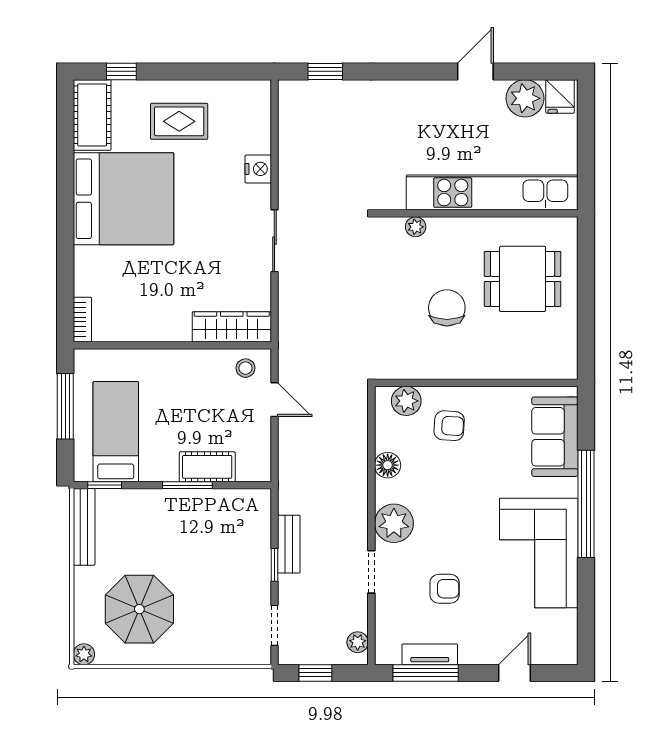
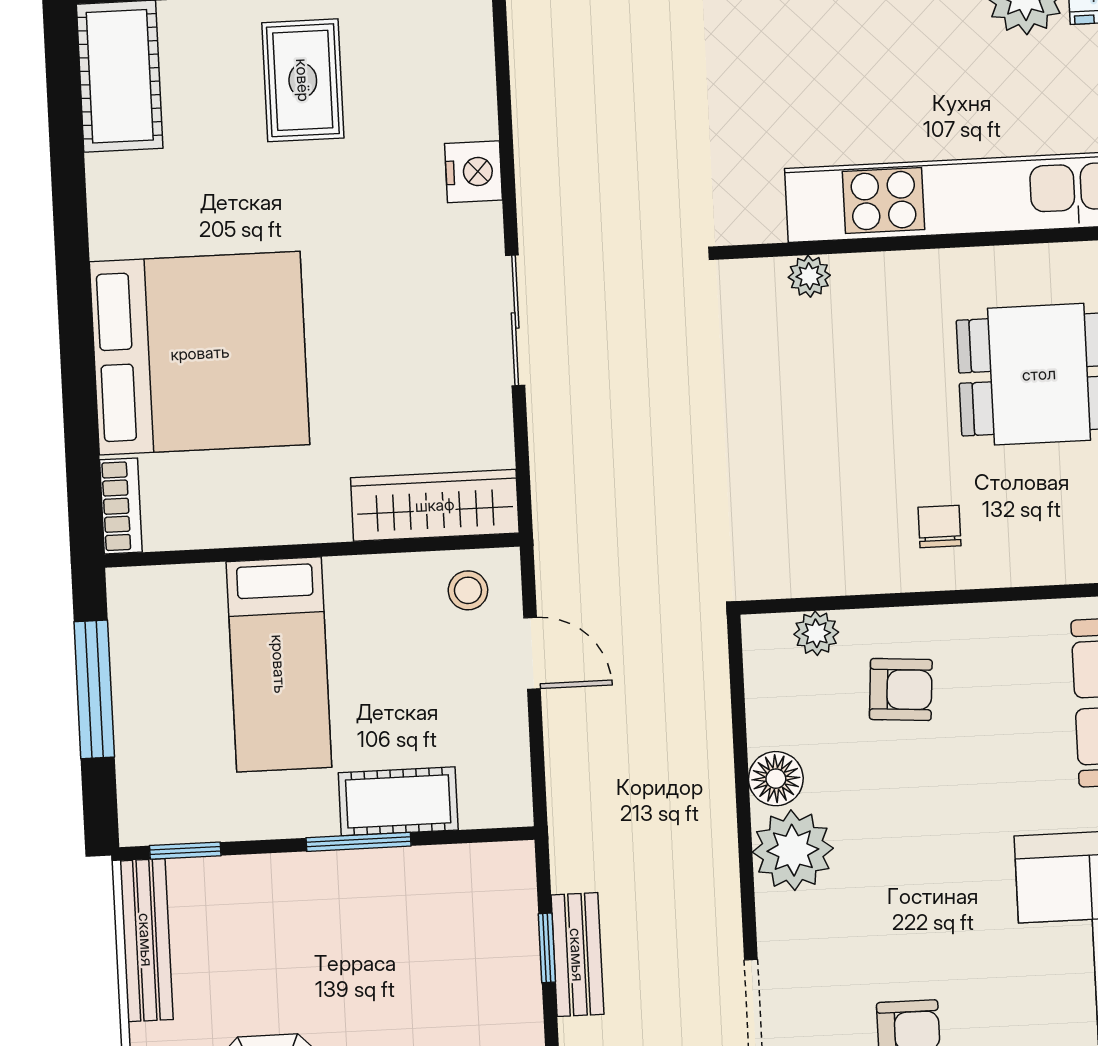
rug: (179, 121) -> (303, 80), turned 90
bed: (123, 199) -> (200, 353), moved
chair: (447, 308) -> (939, 526), moved, width x0.54, depth x0.54
plant: (406, 401) -> (816, 633), width x0.73, depth x0.73
bed: (116, 432) -> (279, 664), moved, turned 180
plant: (394, 523) -> (793, 850), moved
window: (274, 565) -> (547, 948), moved

